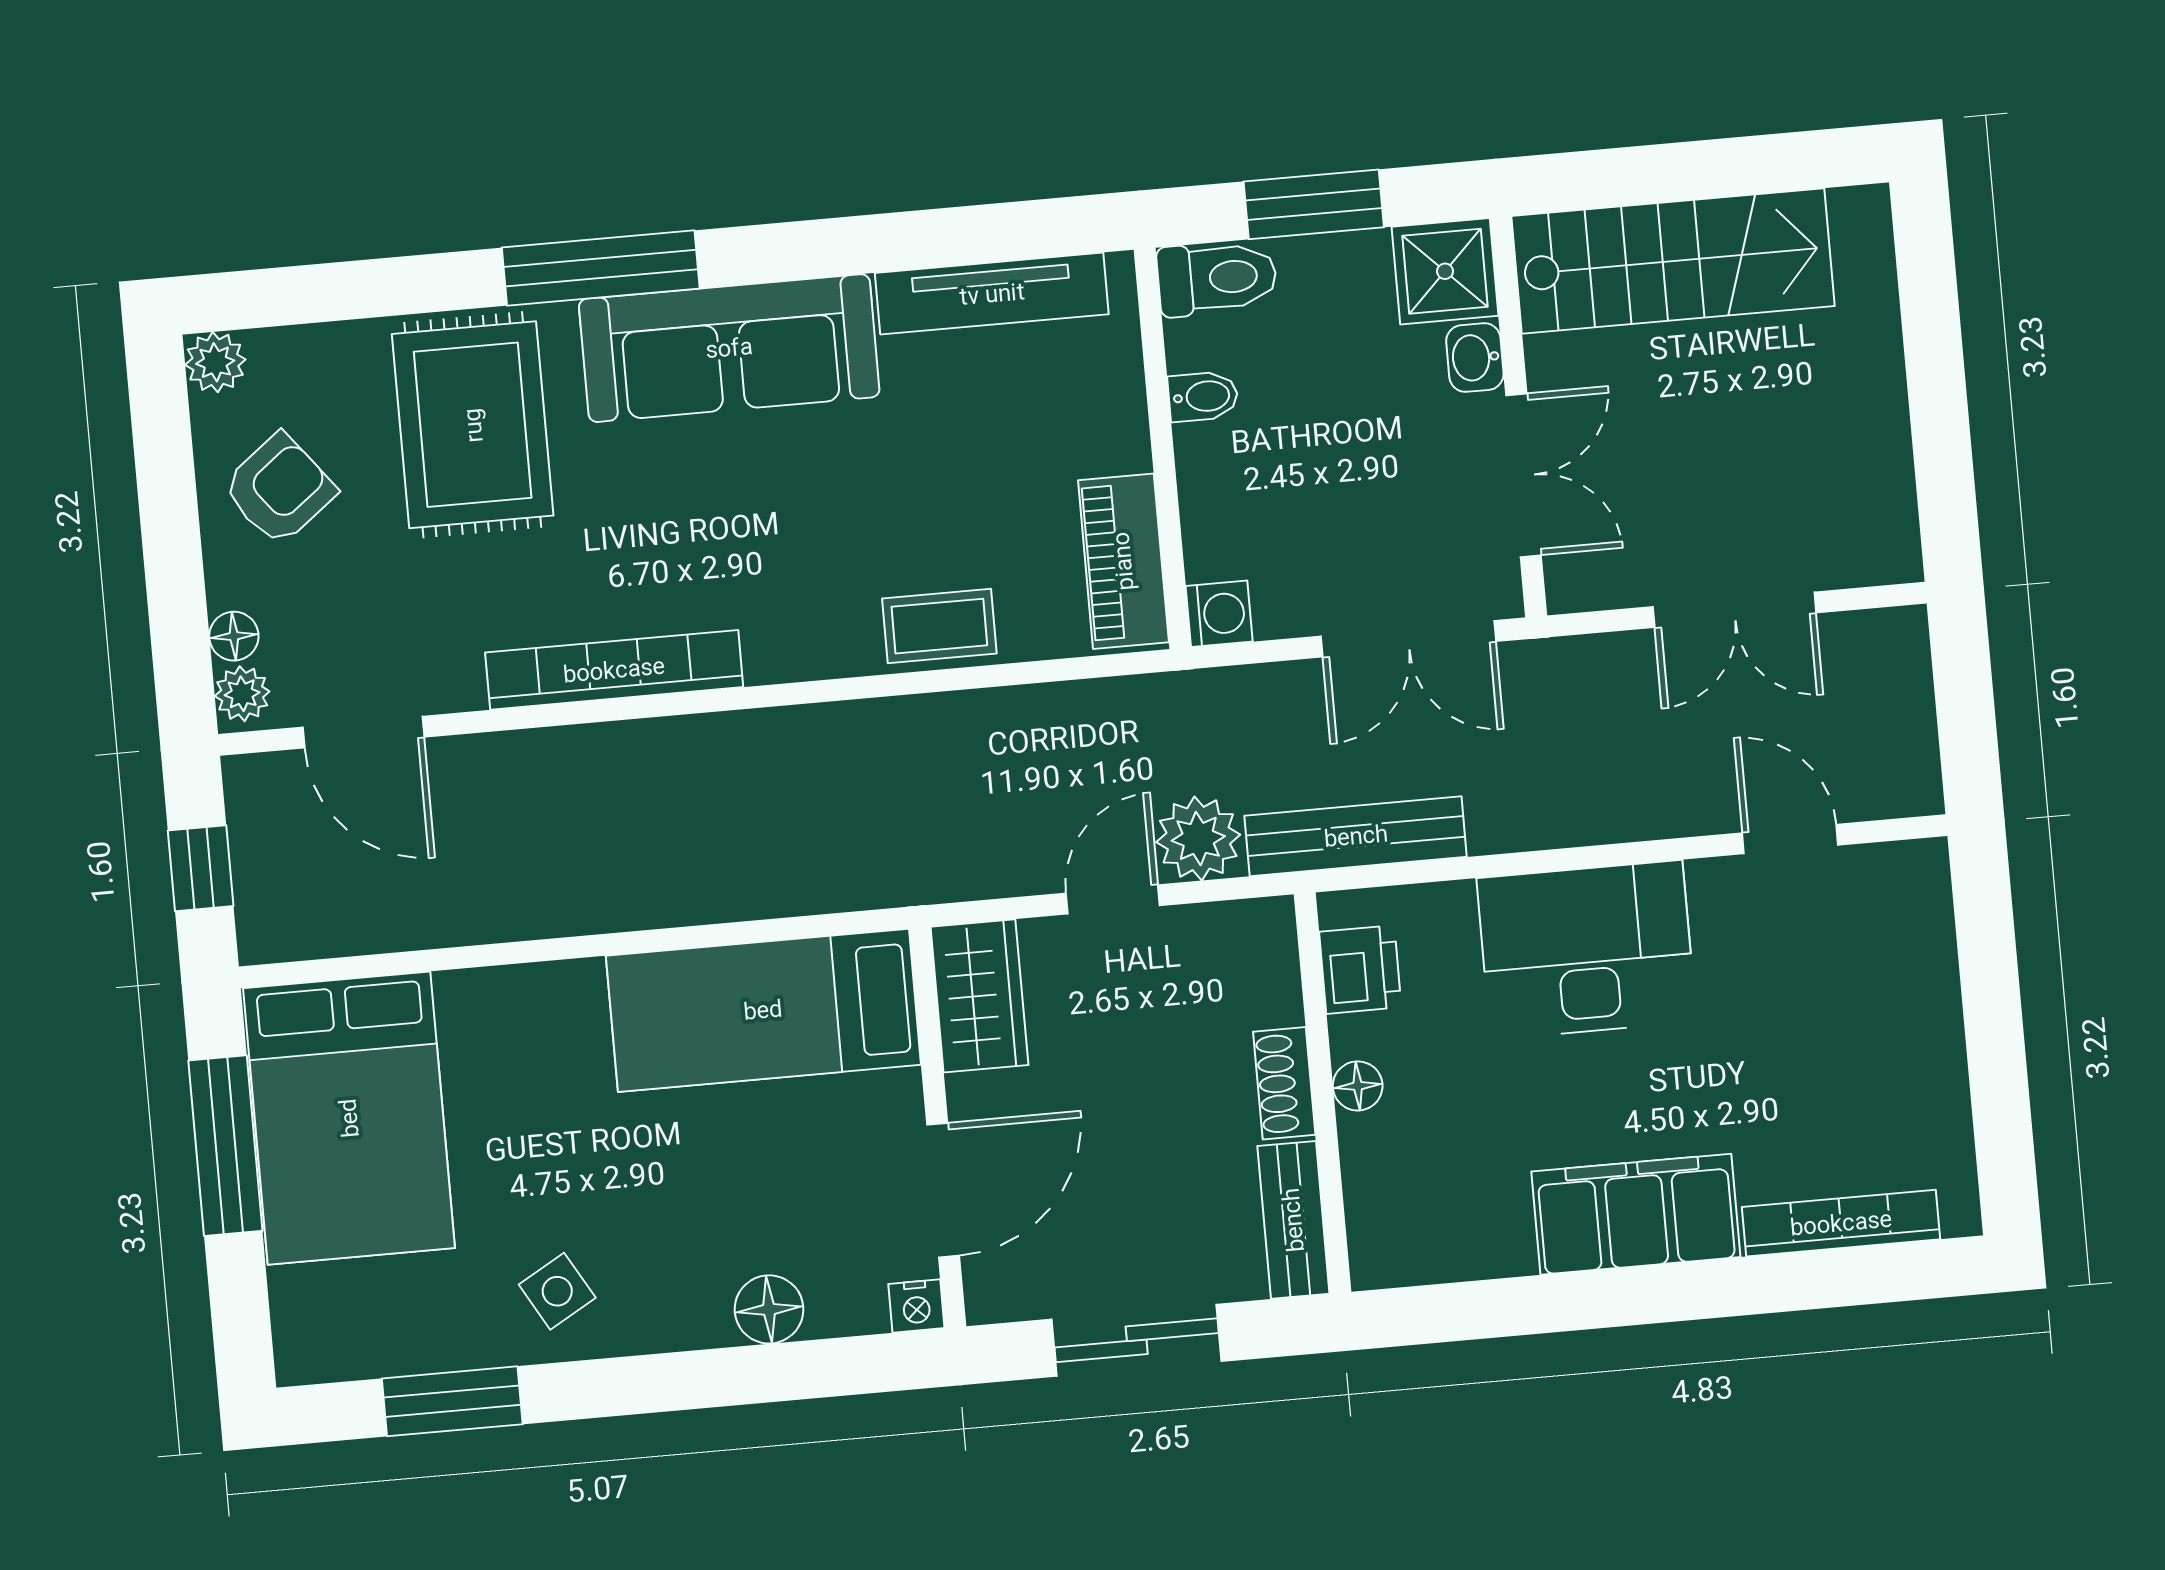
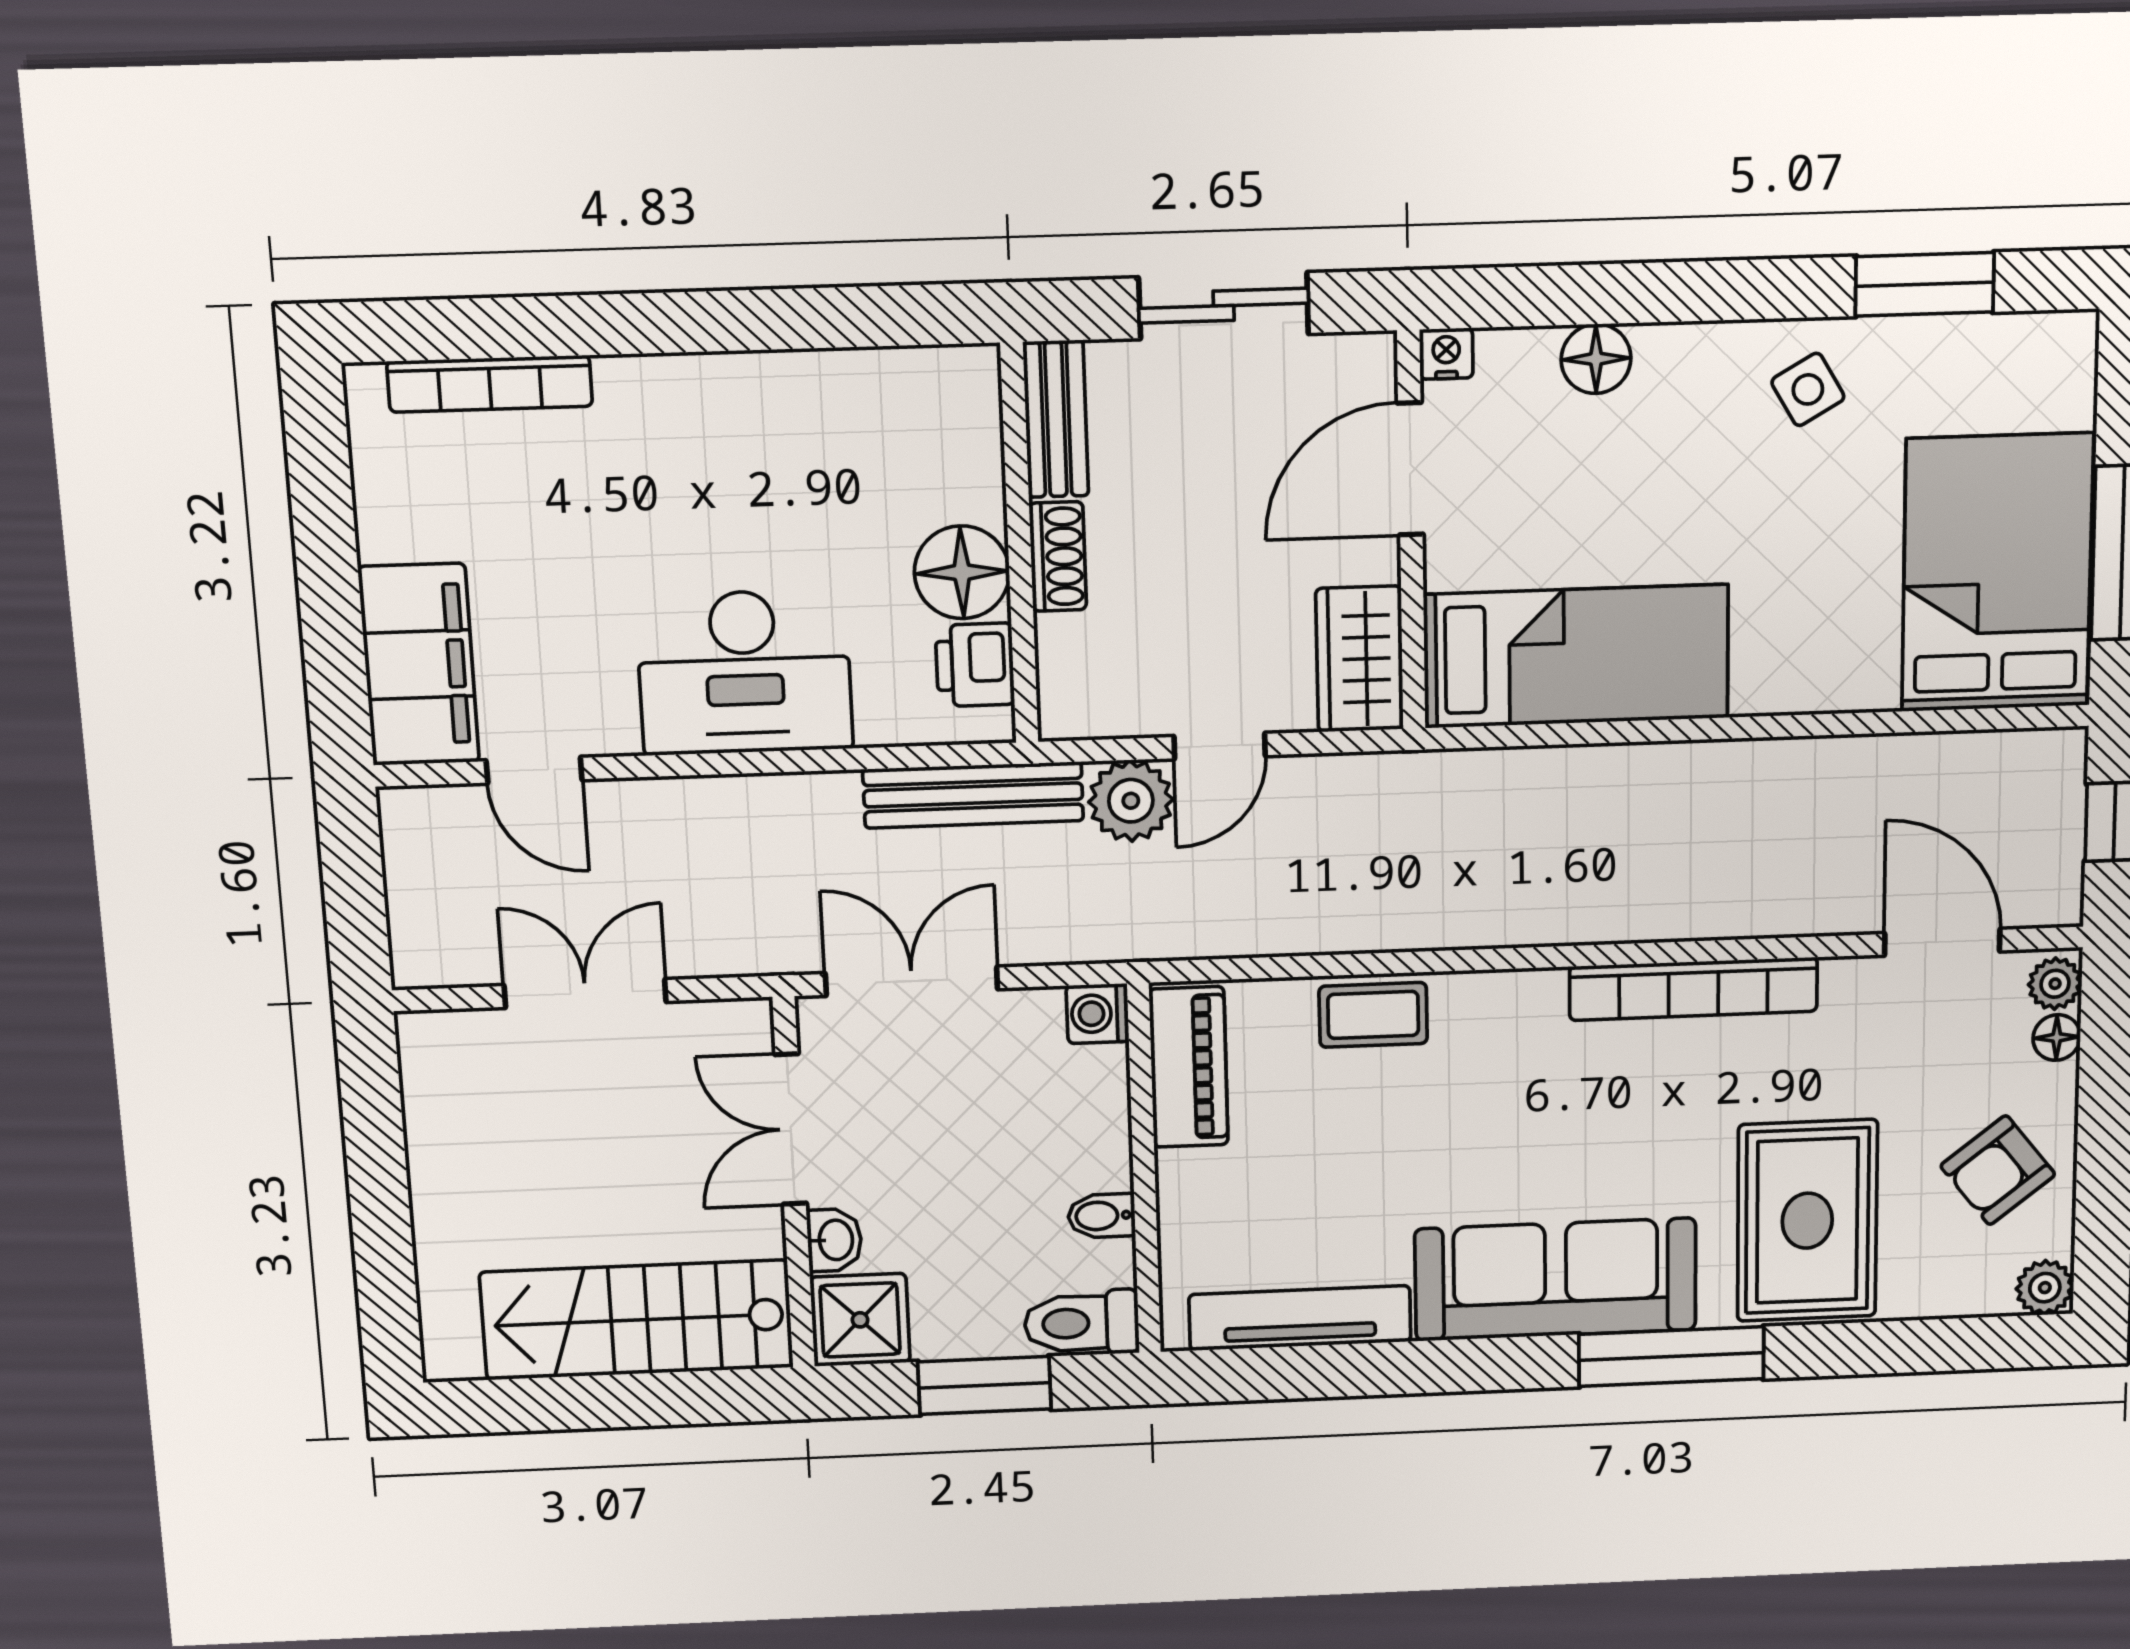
floor lamp: (1358, 1086) -> (962, 572), width x1.89, depth x1.89
filing cabinet: (1636, 1214) -> (419, 665), moved, turned -90

